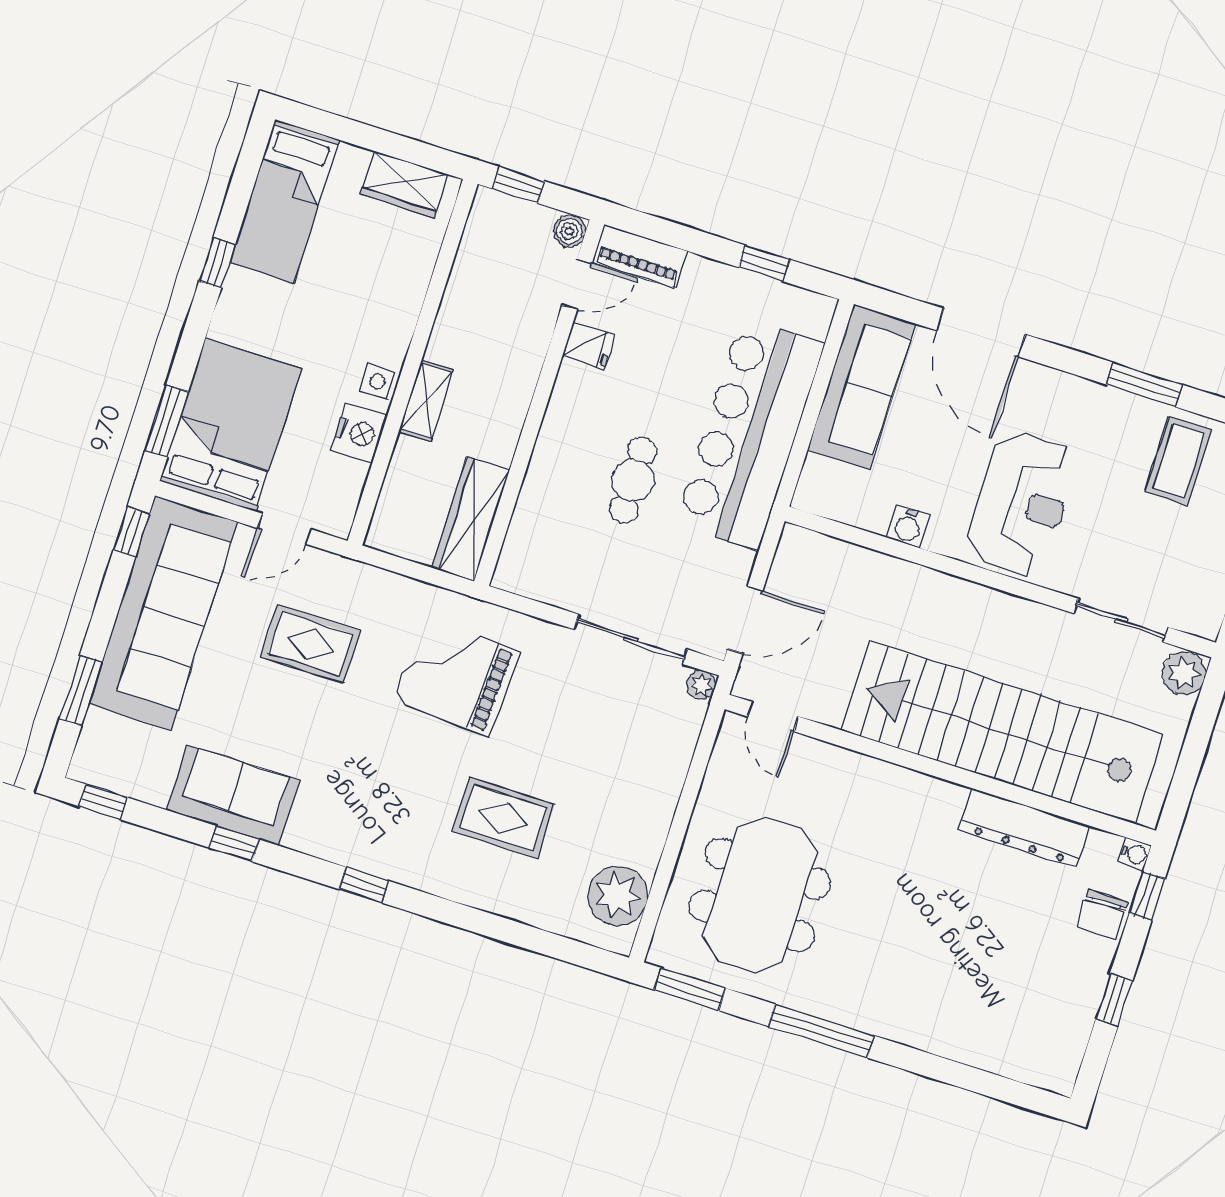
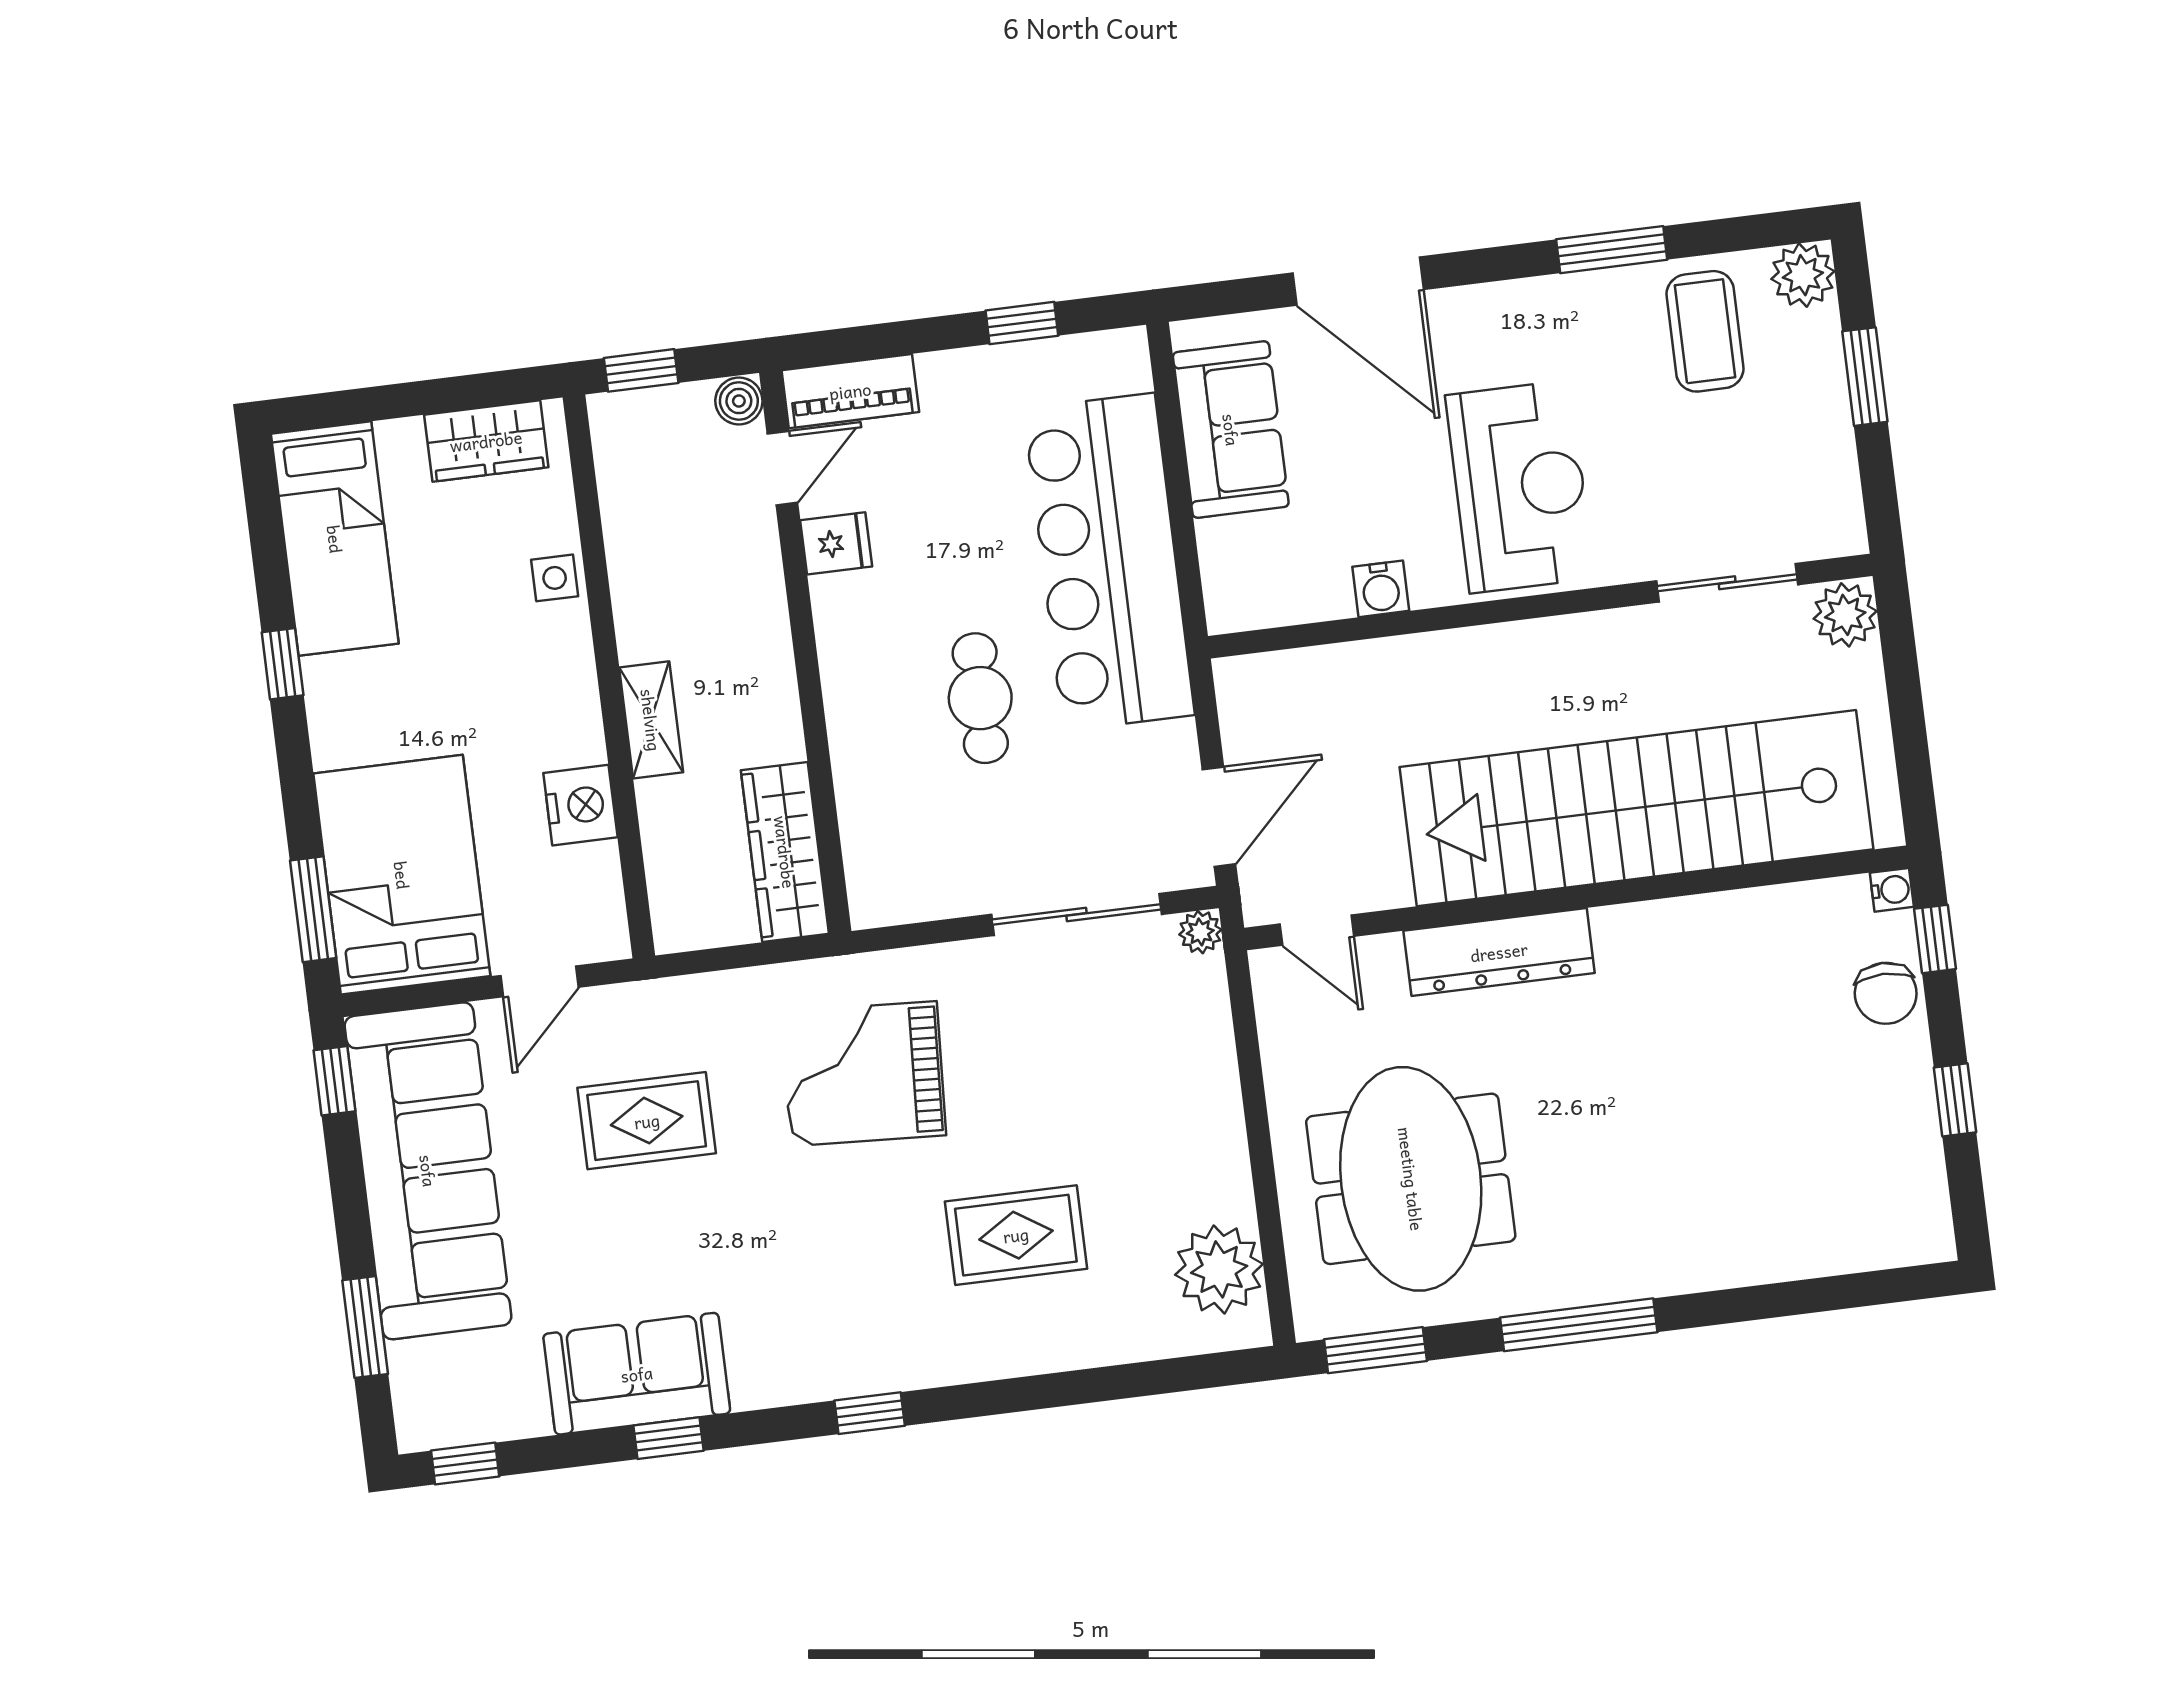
side table: (377, 382) -> (555, 578), moved
sofa: (861, 387) -> (1231, 430), width x0.73
dresser: (1024, 828) -> (1499, 952), moved

